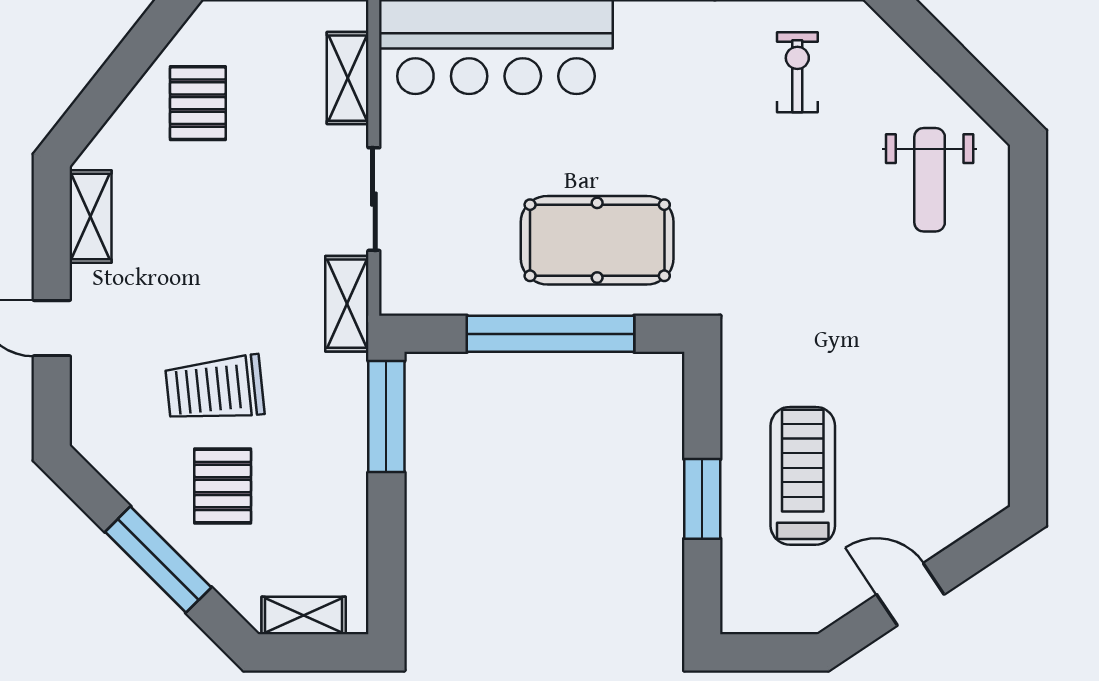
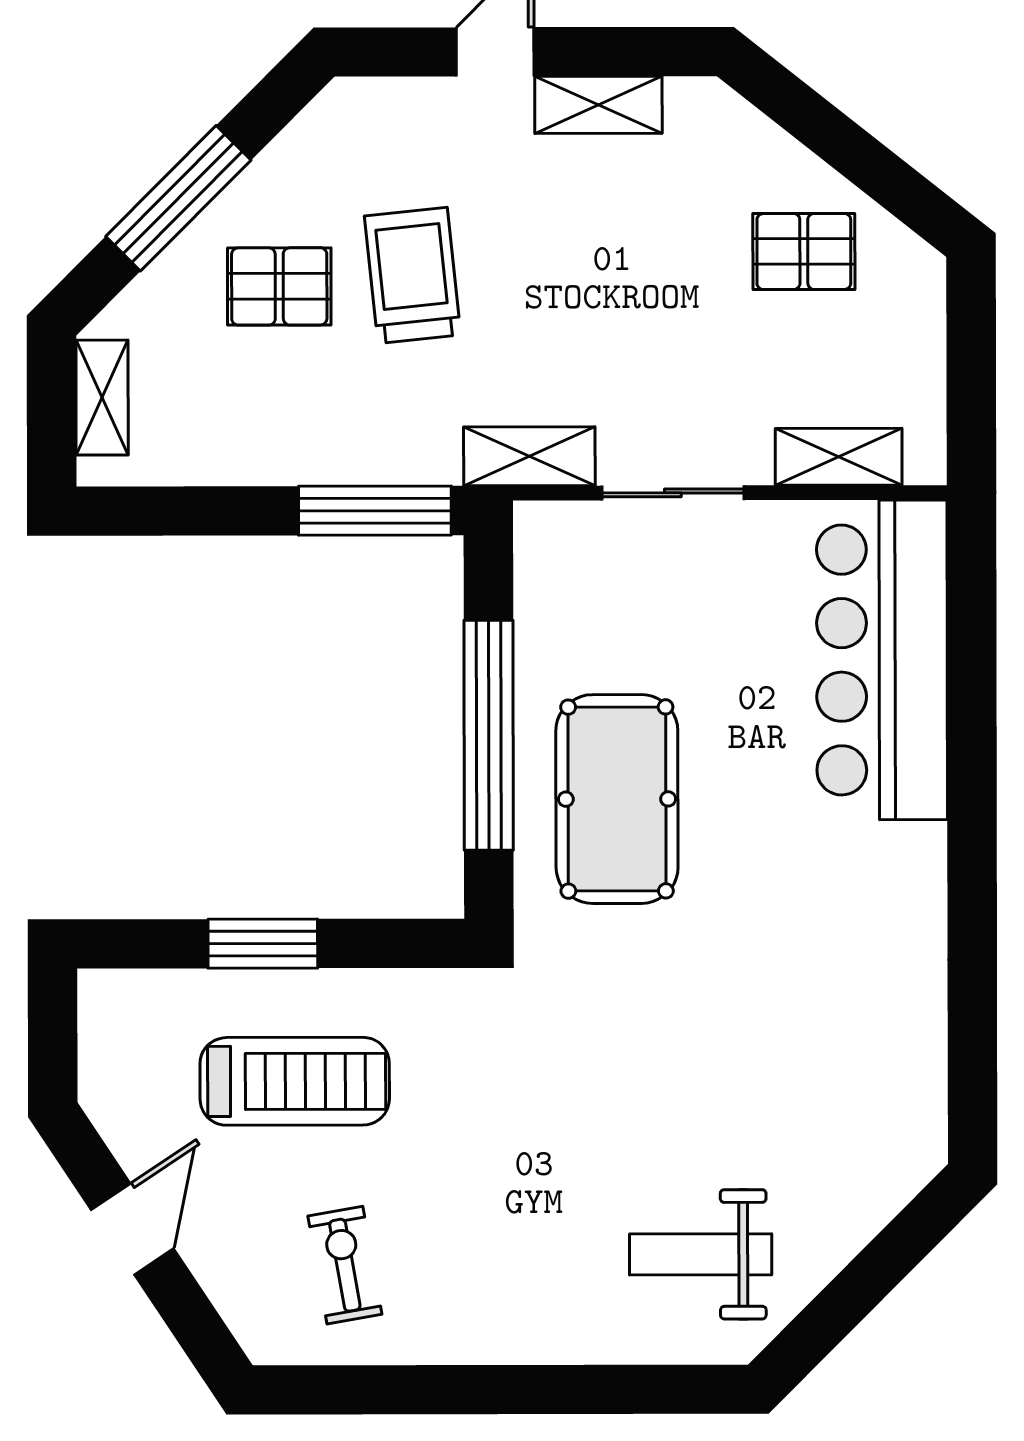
exercise bike: (797, 72) -> (345, 1265), moved, turned -100
shelving: (91, 216) -> (598, 105), moved

